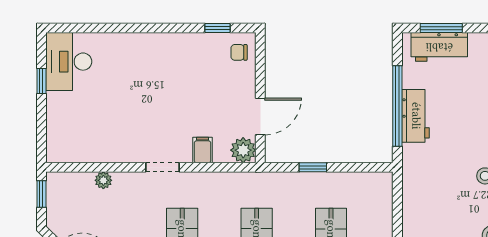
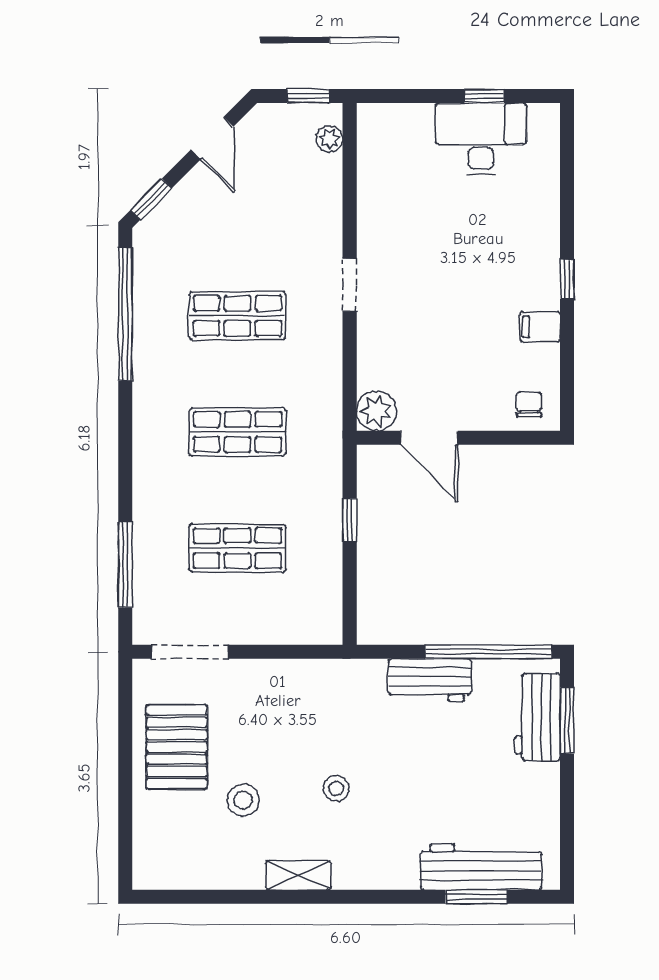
window: (218, 28) -> (567, 279), moved
desk: (69, 62) -> (481, 139), moved
window: (397, 106) -> (489, 652), moved
filing cabinet: (203, 150) -> (540, 327), moved, turned 180
plant: (103, 180) -> (329, 139), moved

